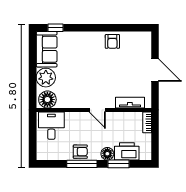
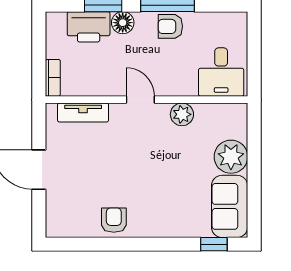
floor lamp: (47, 100) -> (228, 118), removed
plant: (74, 102) -> (182, 114), added

